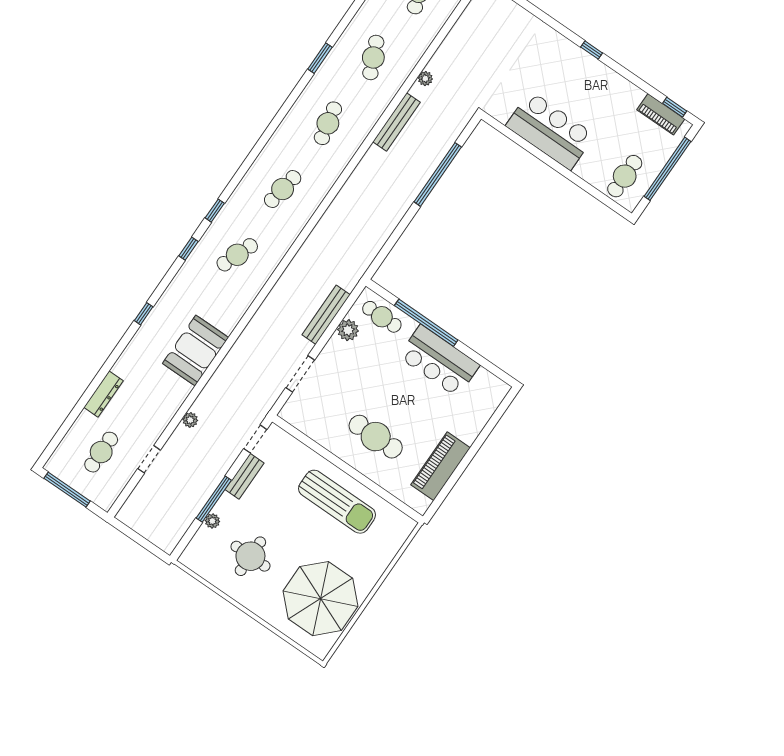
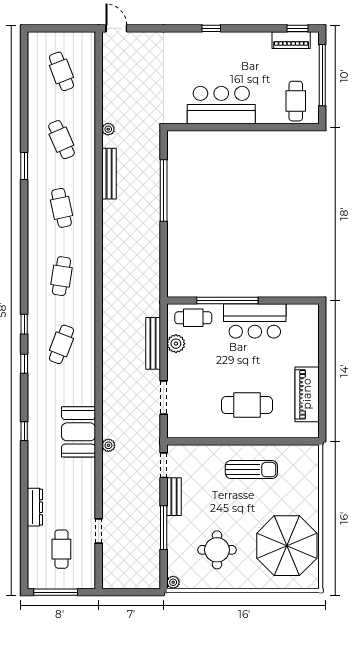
plant: (190, 420) -> (108, 445), moved
sun lounger: (337, 502) -> (251, 470), width x0.73, depth x0.75
plant: (212, 521) -> (173, 582), moved

